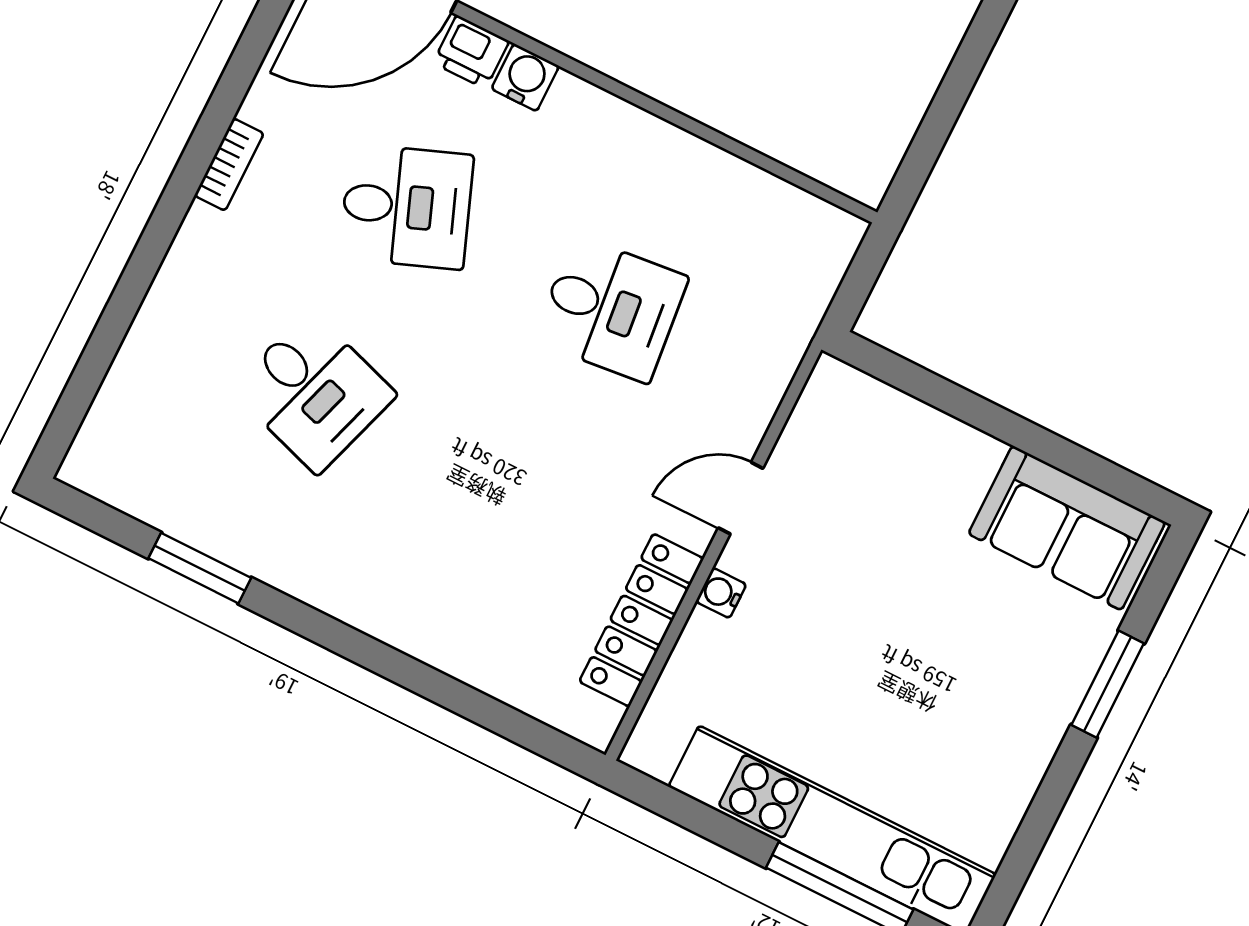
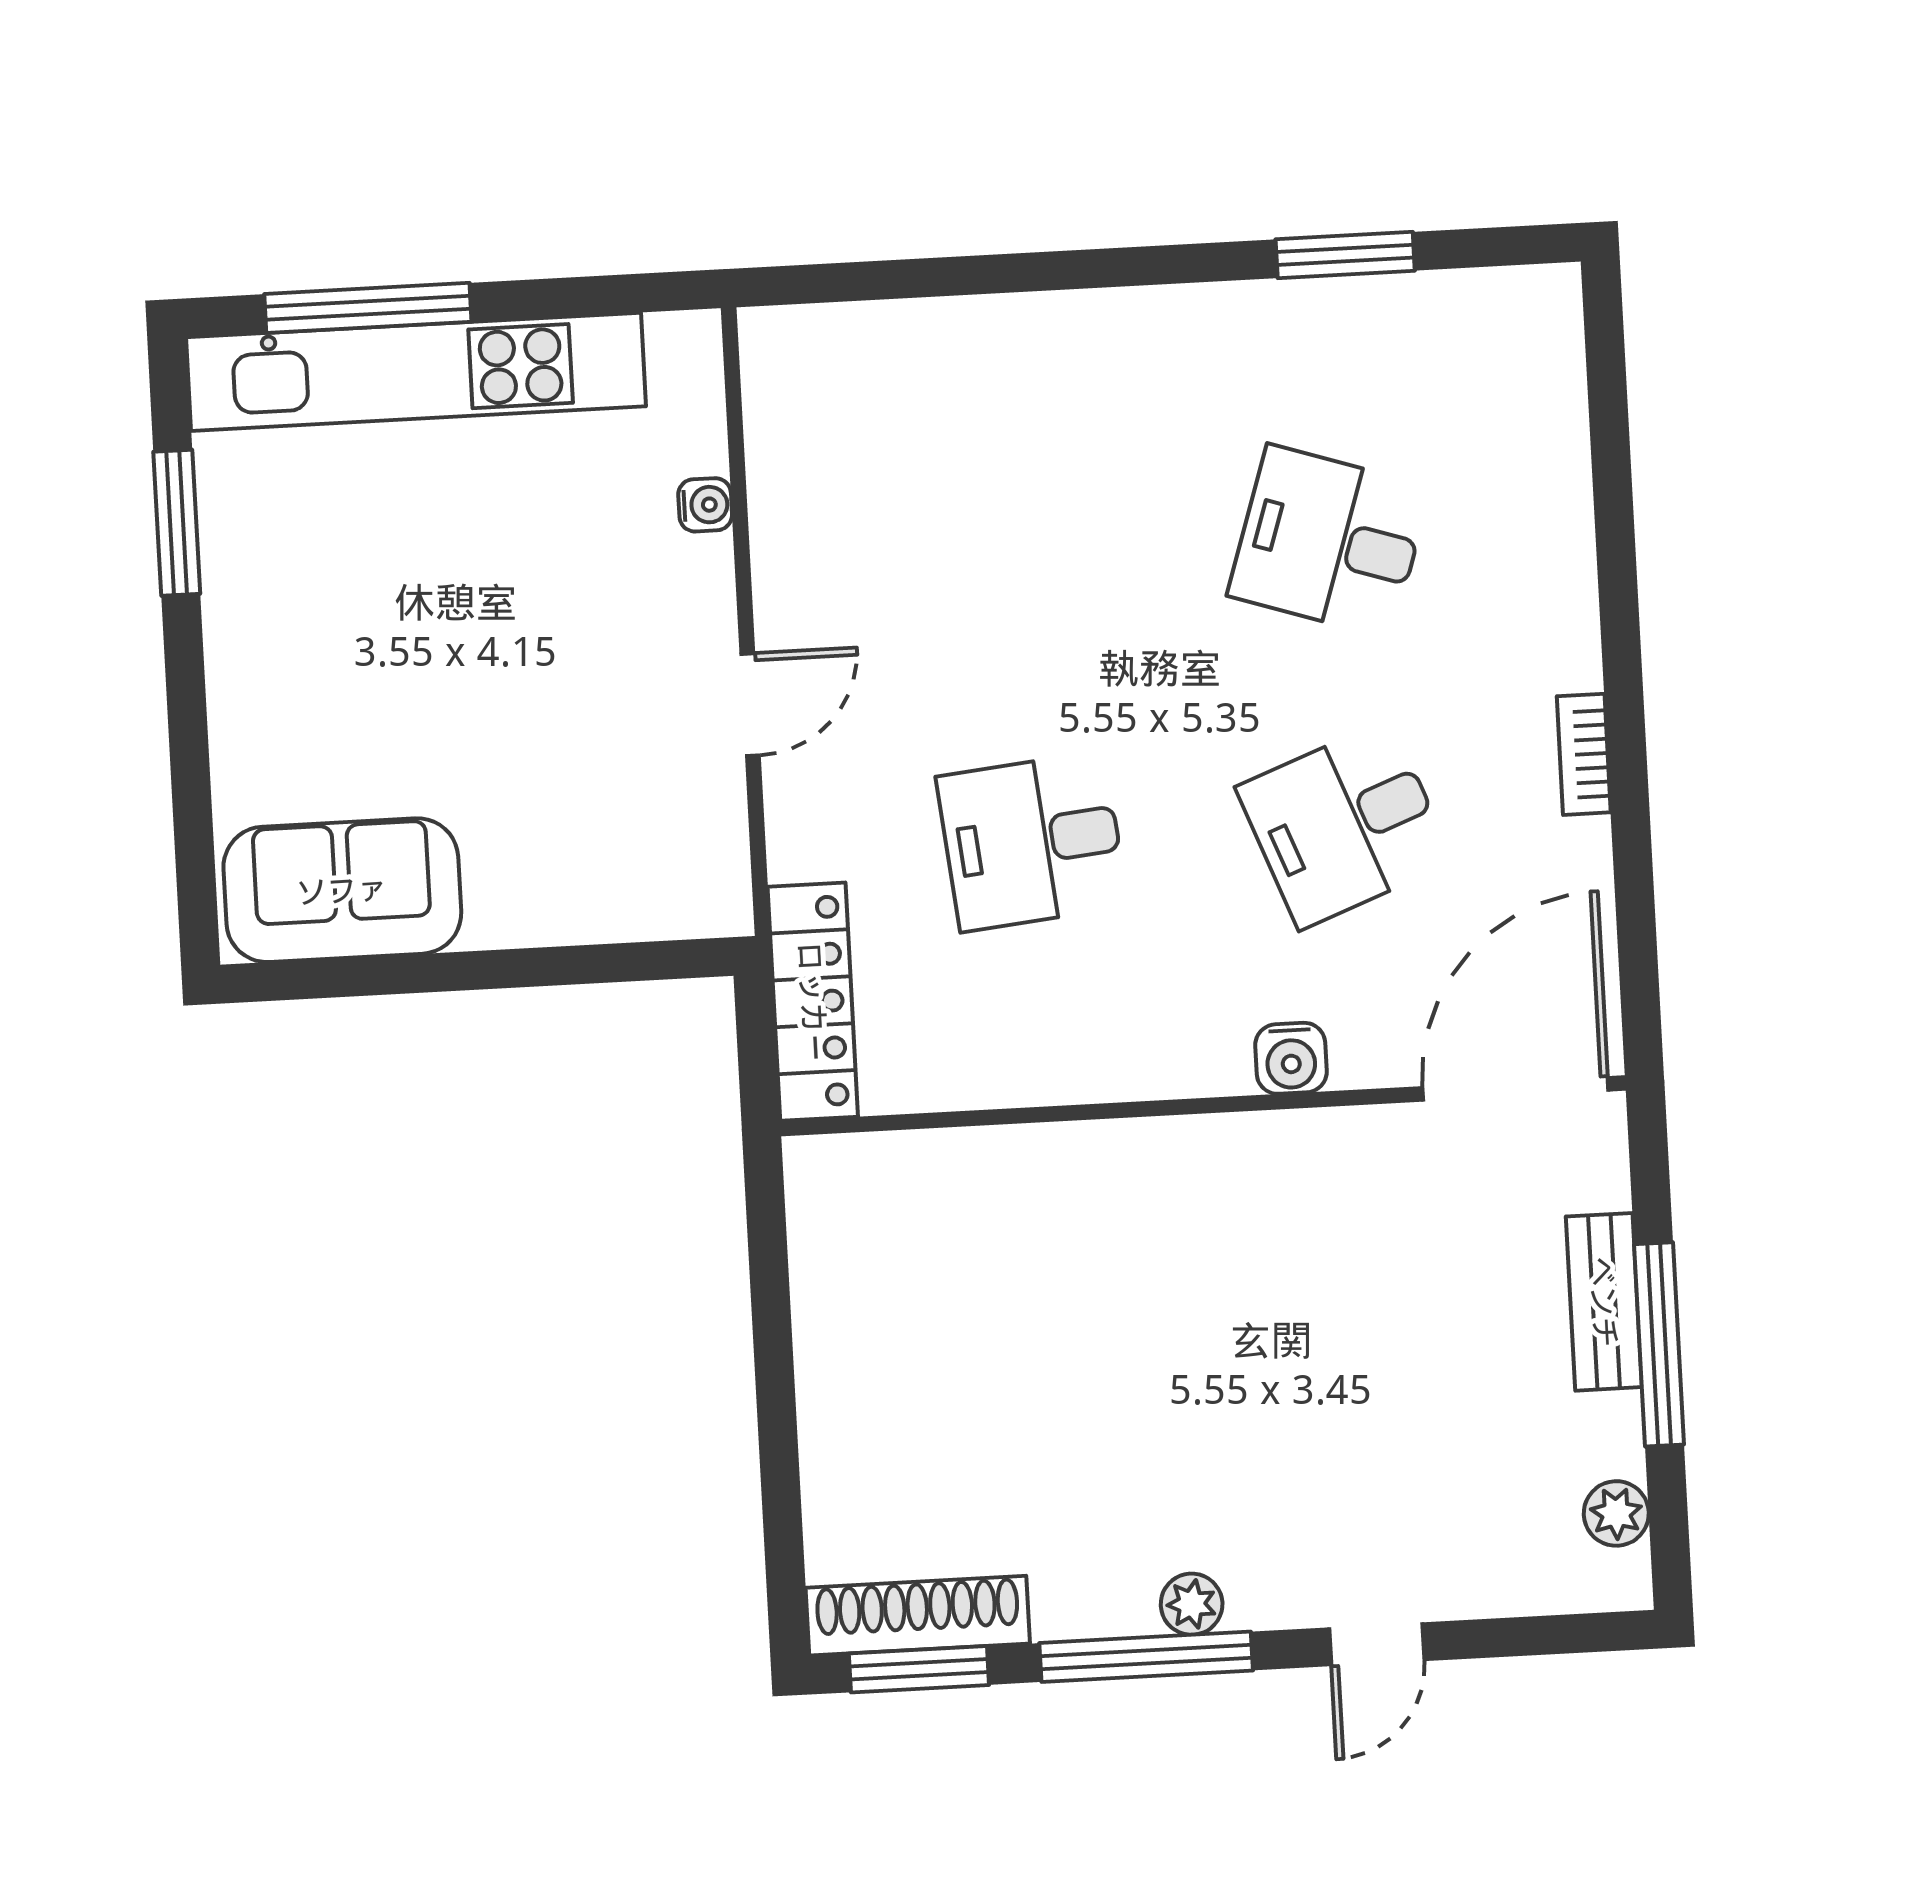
printer: (471, 52) -> (1373, 1052), removed
water cooler: (721, 593) -> (705, 505), moved
locker: (641, 620) -> (813, 1002), moved
window: (1108, 684) -> (177, 523), moved

